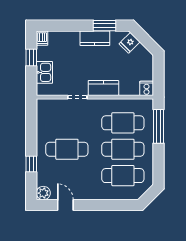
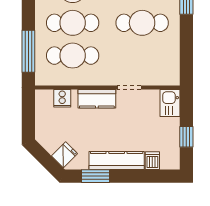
dishwasher: (42, 38) -> (152, 161), moved
kitchen counter: (95, 38) -> (117, 161), width x1.50
kitchen sink: (44, 72) -> (170, 103), moved
cooker: (147, 88) -> (62, 98), moved

